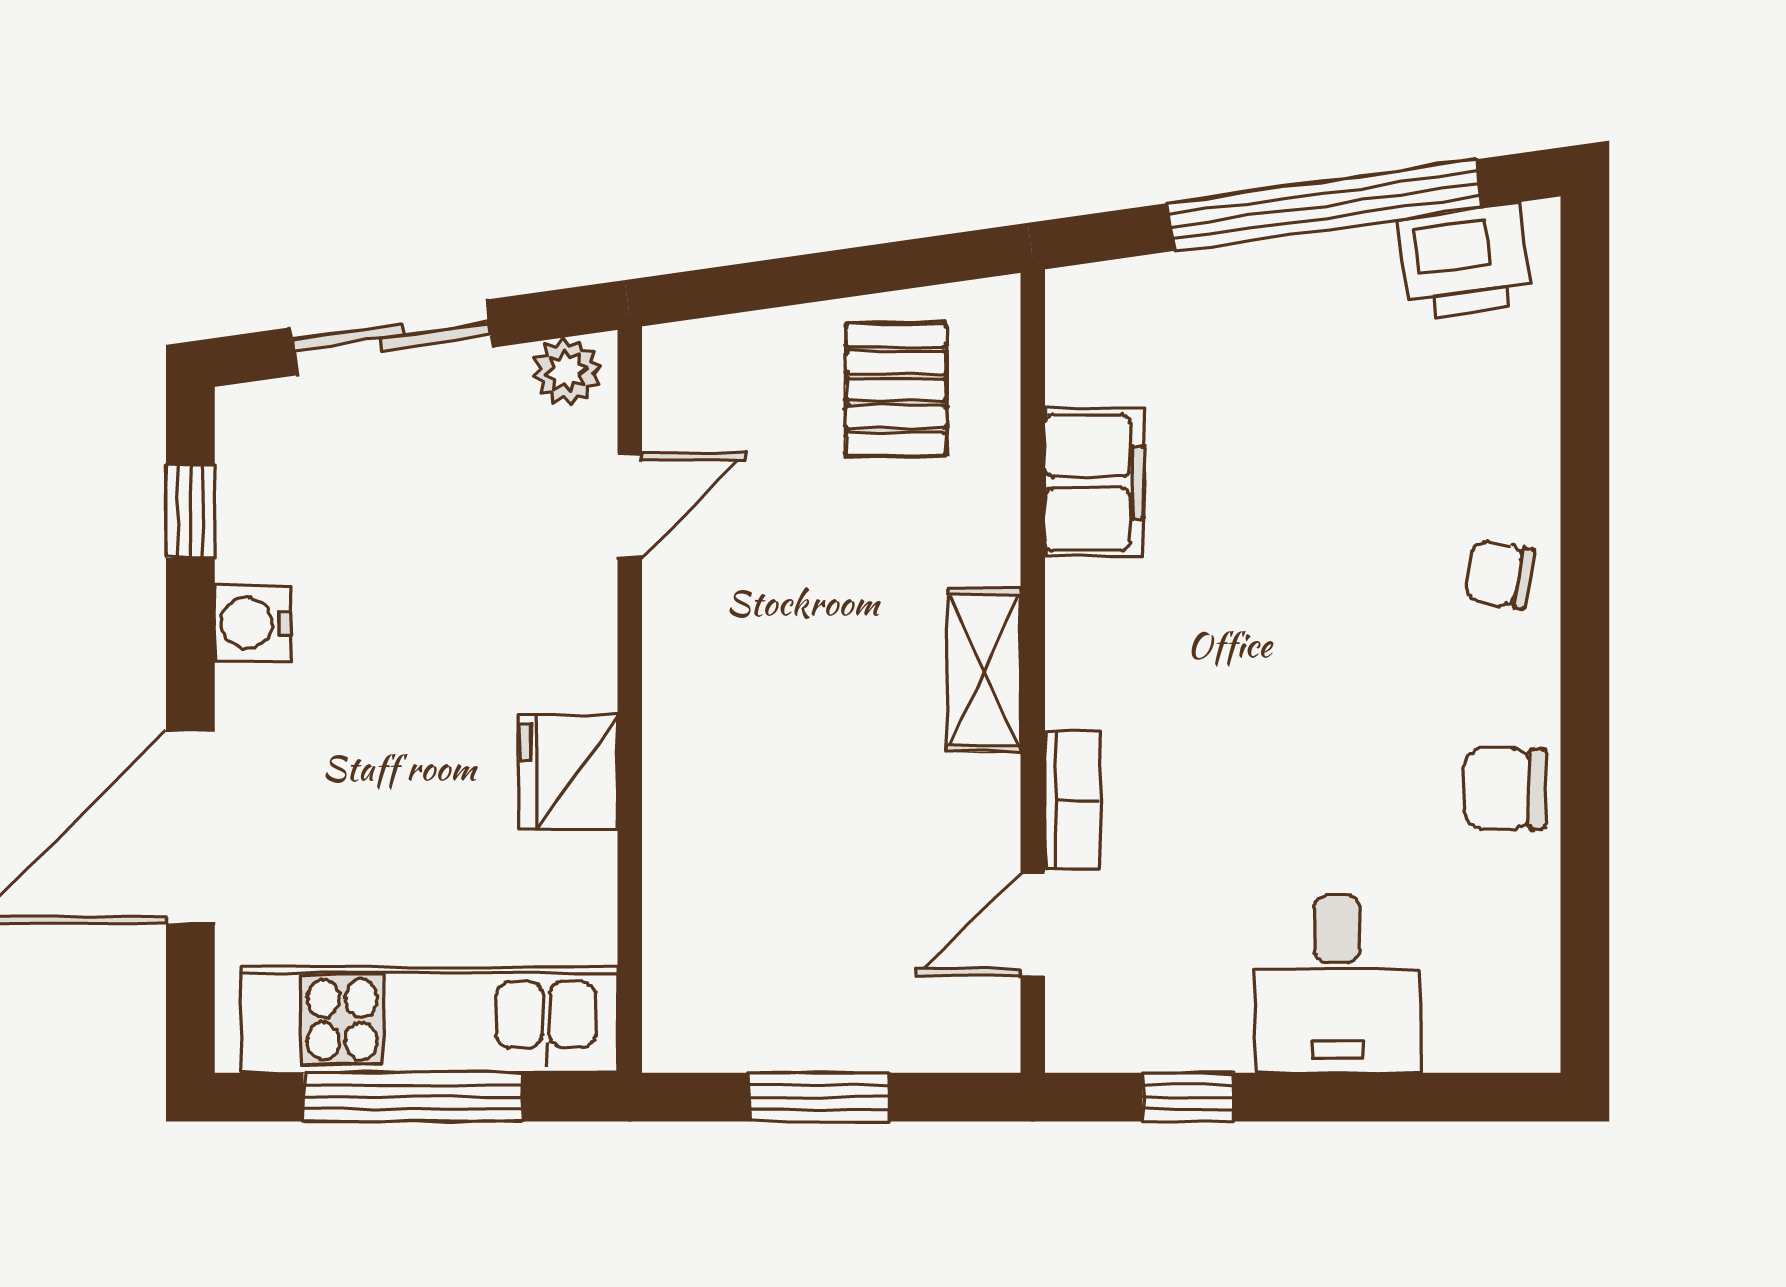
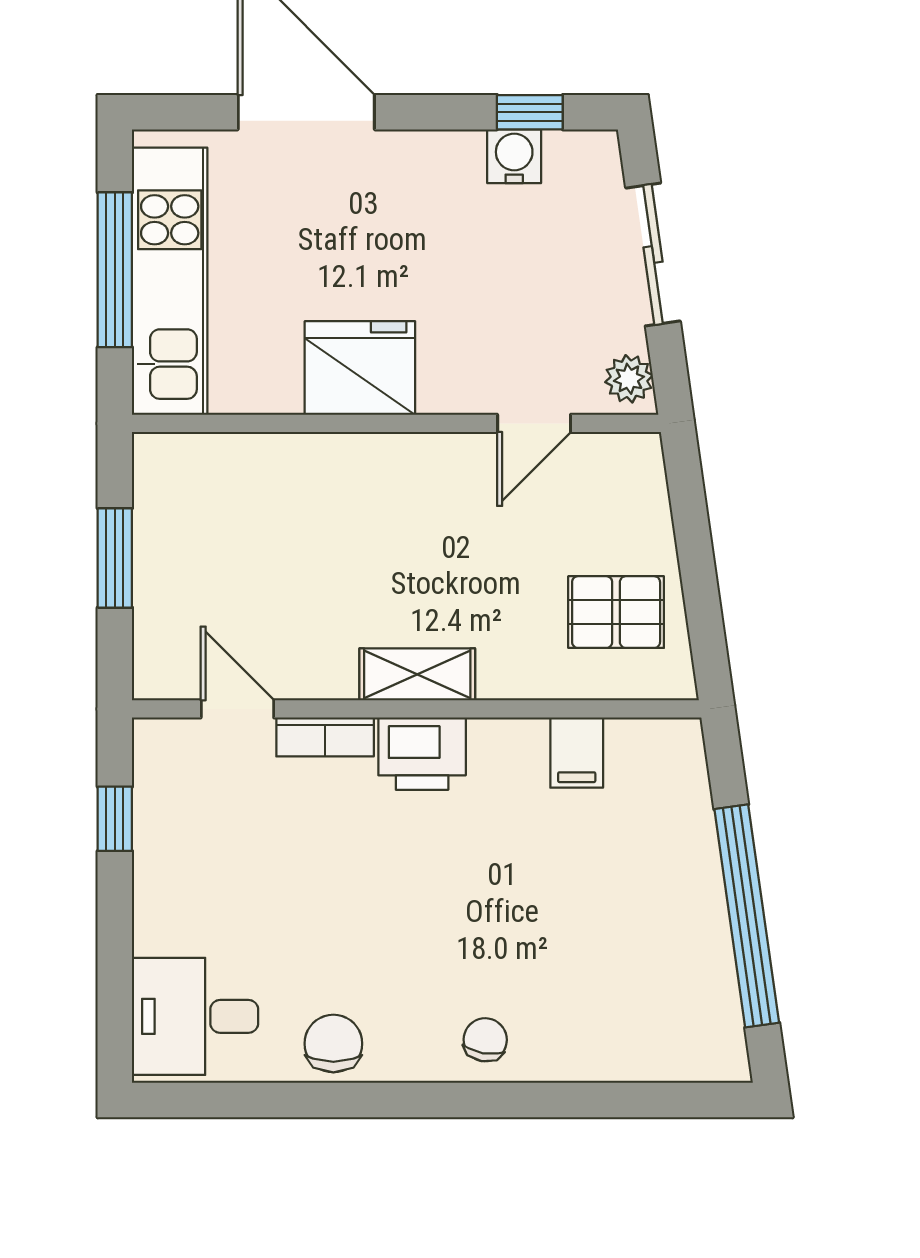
printer: (1465, 261) -> (422, 754), moved, turned -82
filing cabinet: (1094, 482) -> (577, 753), width x0.50
door: (630, 505) -> (534, 423), hinge flipped
water cooler: (253, 623) -> (514, 156), moved
fridge: (568, 772) -> (360, 368), width x1.36, depth x1.34
desk: (1337, 984) -> (195, 1016), moved

